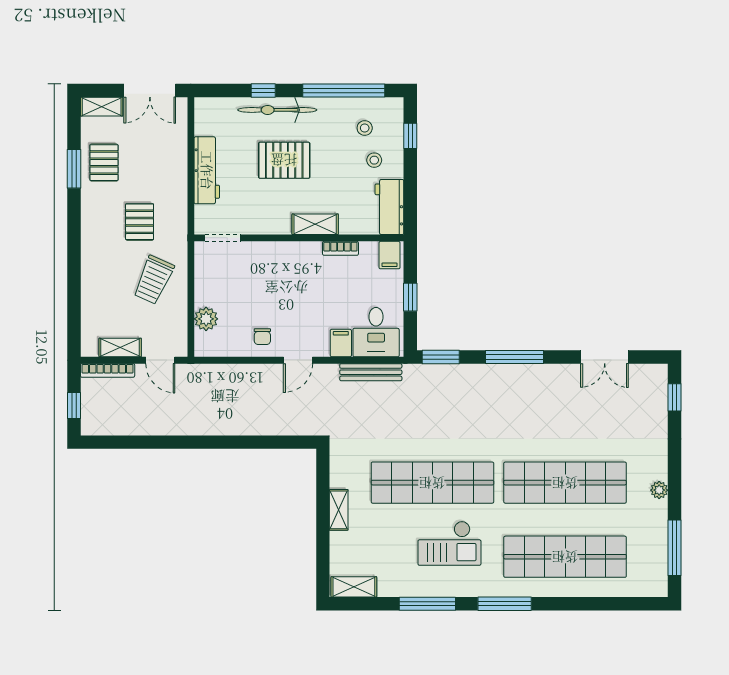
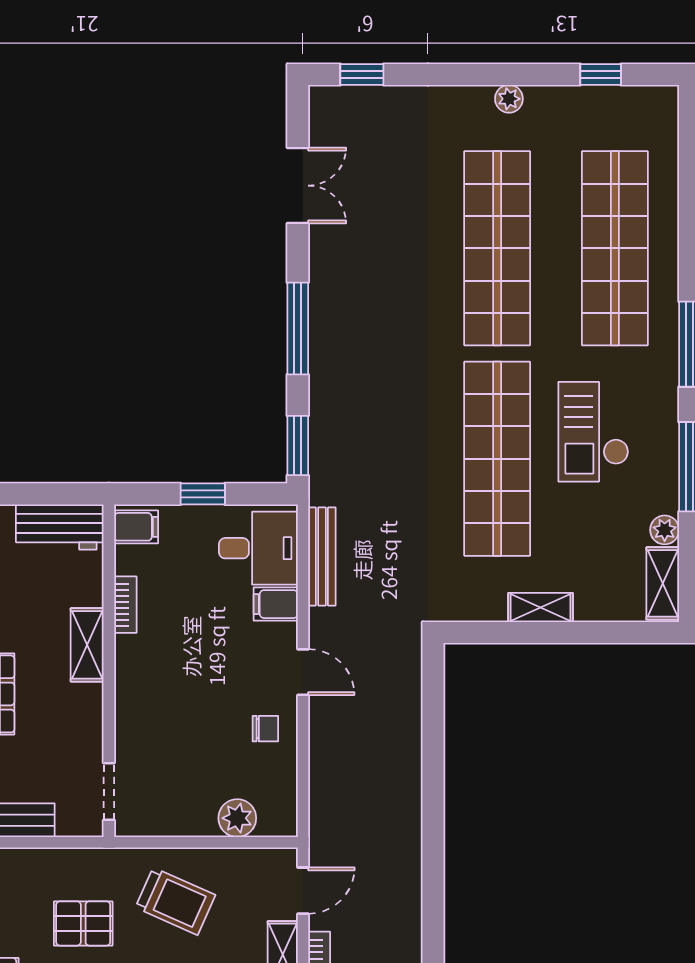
checkout: (449, 543) -> (593, 432), turned 180
window: (675, 548) -> (601, 74), width x0.46
plant: (388, 588) -> (665, 530), added

